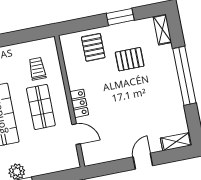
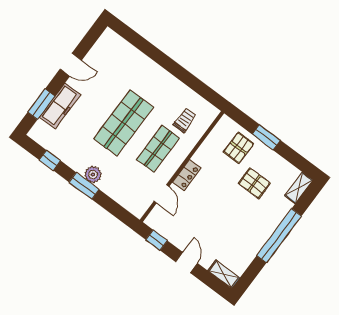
window: (120, 17) -> (266, 137), moved
door: (143, 161) -> (187, 262), hinge flipped
window: (107, 168) -> (157, 240), added

